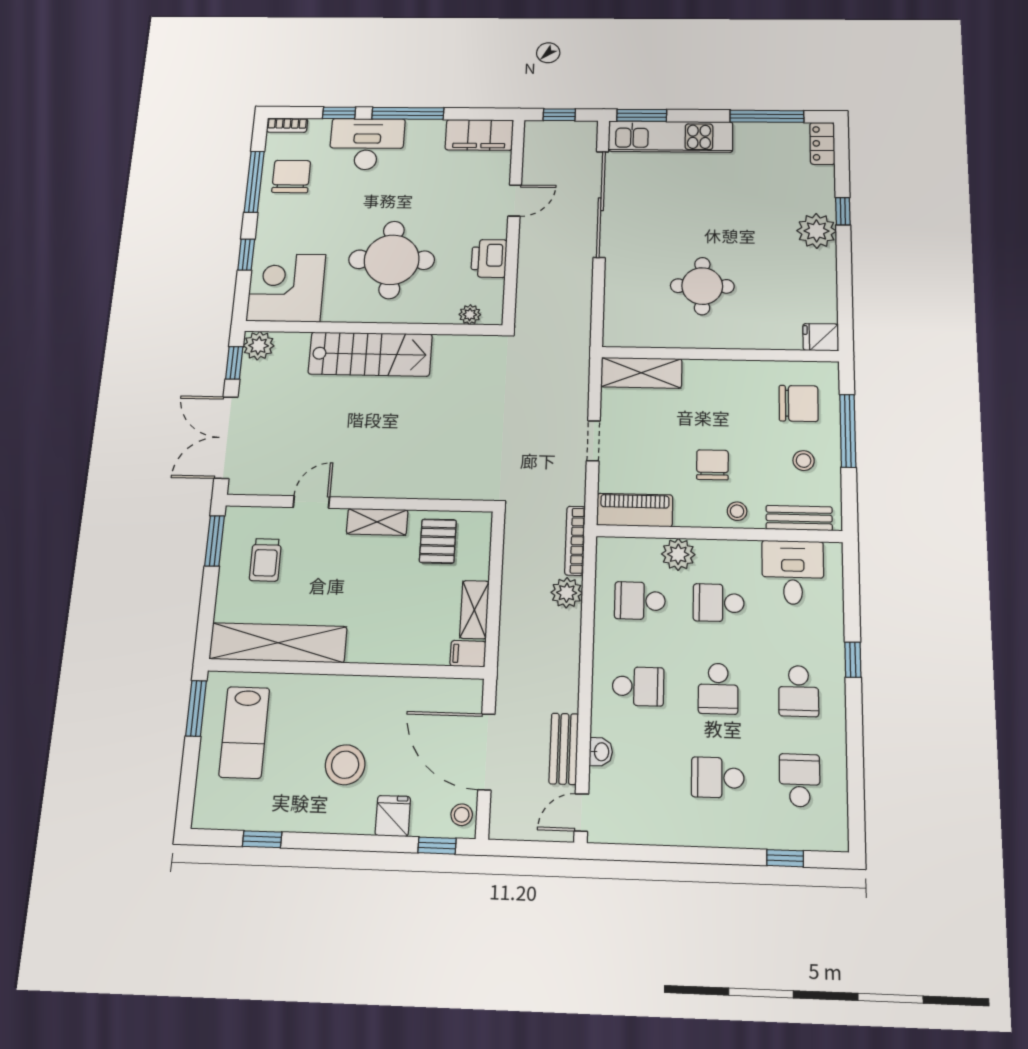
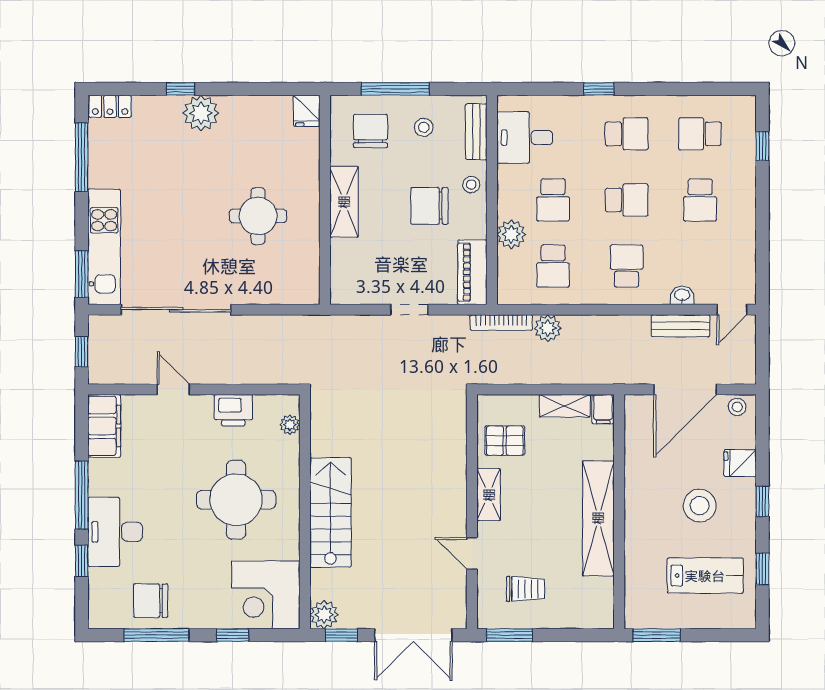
bookcase: (287, 125) -> (96, 610), removed
shelving: (641, 373) -> (344, 202), moved
chair: (712, 465) -> (429, 206), width x1.37, depth x1.37
shelving: (278, 643) -> (598, 518), moved
lab bench: (244, 732) -> (705, 576), moved
door: (581, 812) -> (732, 310), hinge flipped
window: (437, 846) -> (762, 501), moved

